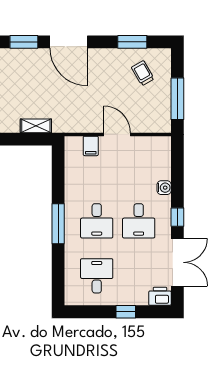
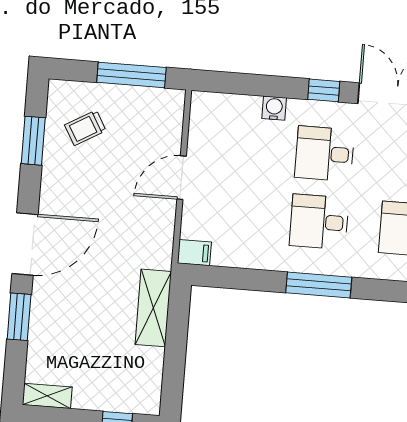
shelving: (36, 126) -> (153, 308), width x1.50, depth x1.33
filing cabinet: (91, 146) -> (194, 253), moved
desk: (97, 221) -> (319, 222), turned 180
desk: (139, 221) -> (325, 154), turned 180

